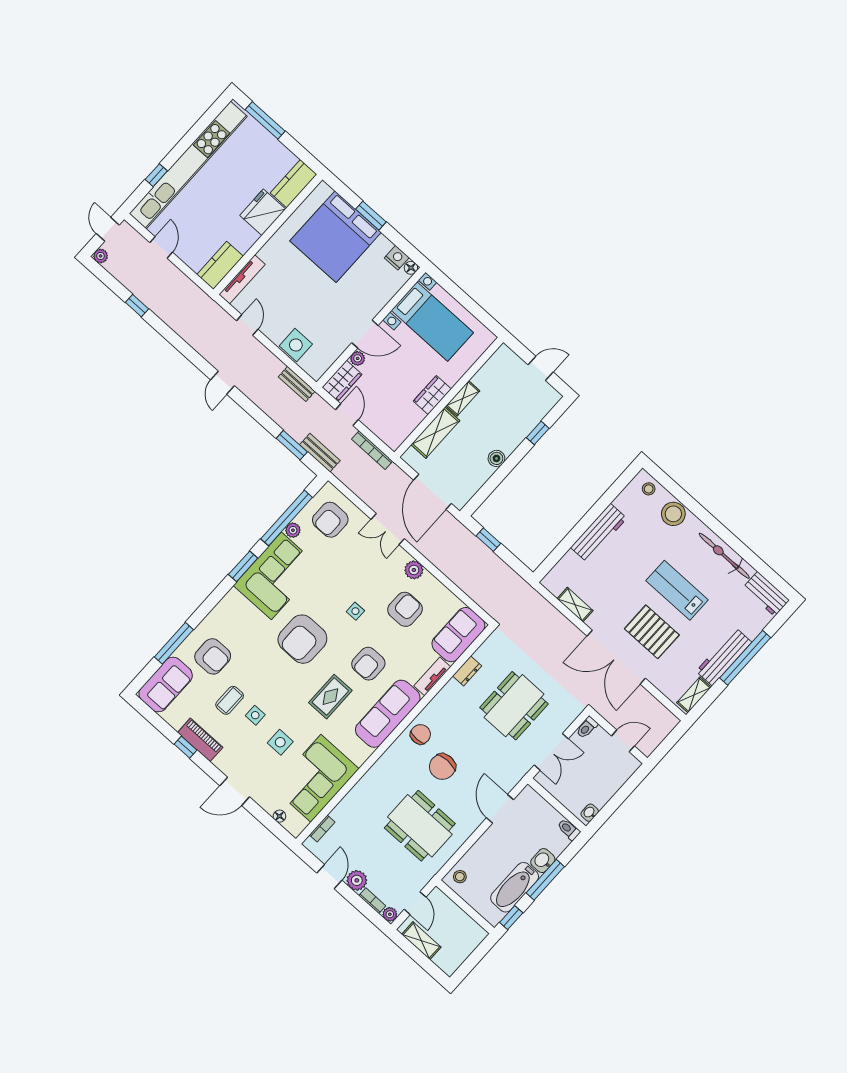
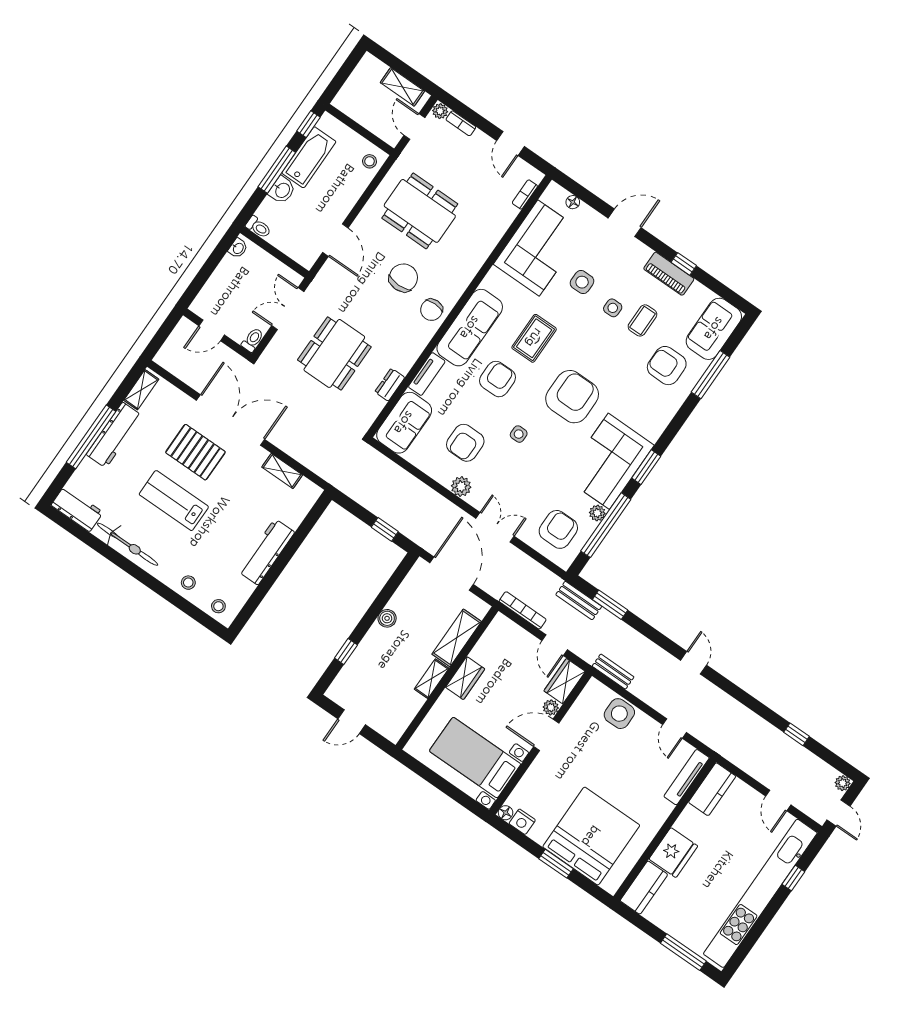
stool: (673, 514) -> (188, 583), width x0.53, depth x0.53
lab bench: (677, 590) -> (174, 501), turned 180
plant: (357, 880) -> (480, 143), removed

